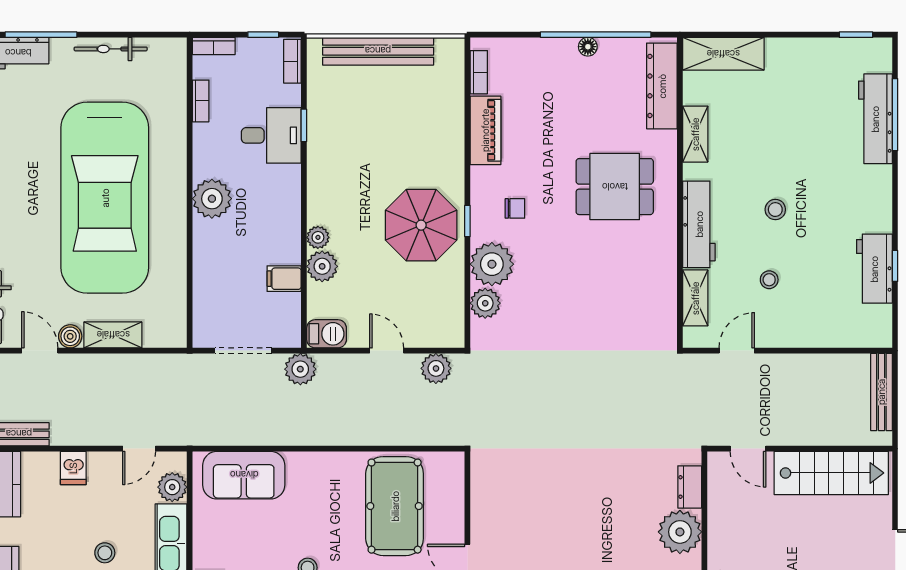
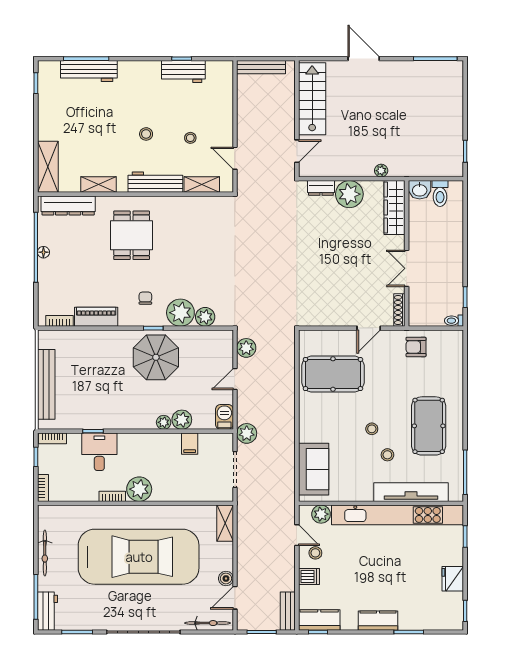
bookcase: (201, 101) -> (112, 496), moved
shelving: (113, 335) -> (225, 523), moved
stool: (105, 553) -> (315, 553), moved

